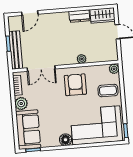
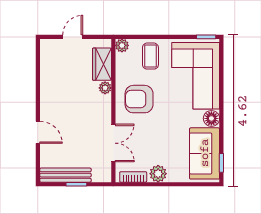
door: (30, 13) -> (38, 132), moved
wardrobe: (103, 15) -> (102, 64), moved, turned 180
dresser: (79, 16) -> (48, 86), removed
bench: (16, 50) -> (65, 175), moved
sofa: (28, 130) -> (205, 153), moved, turned -90

